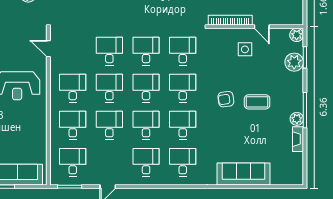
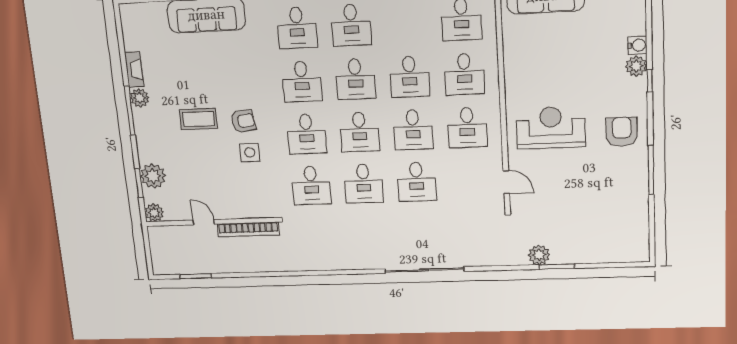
side table: (245, 49) -> (250, 152), moved

